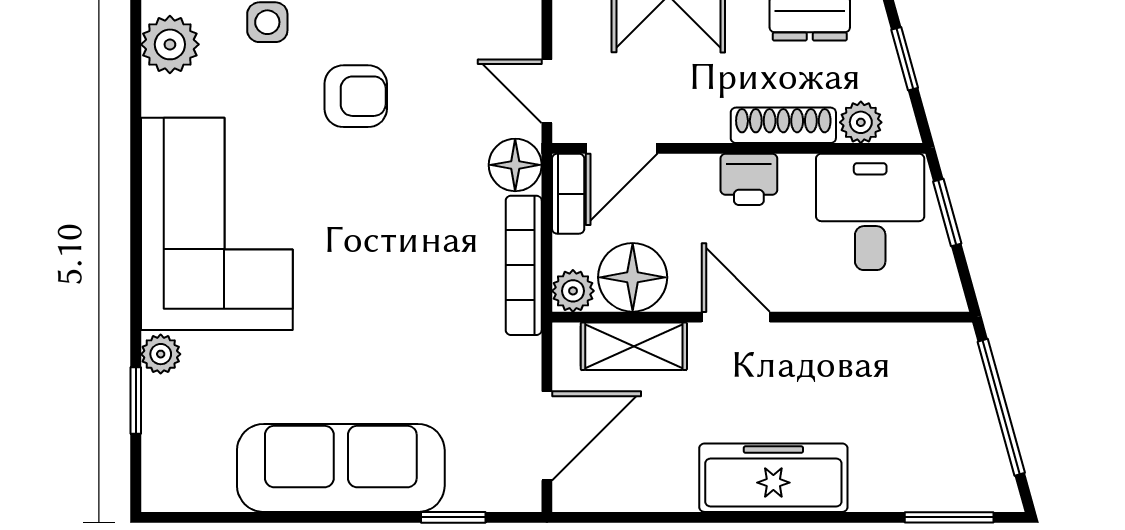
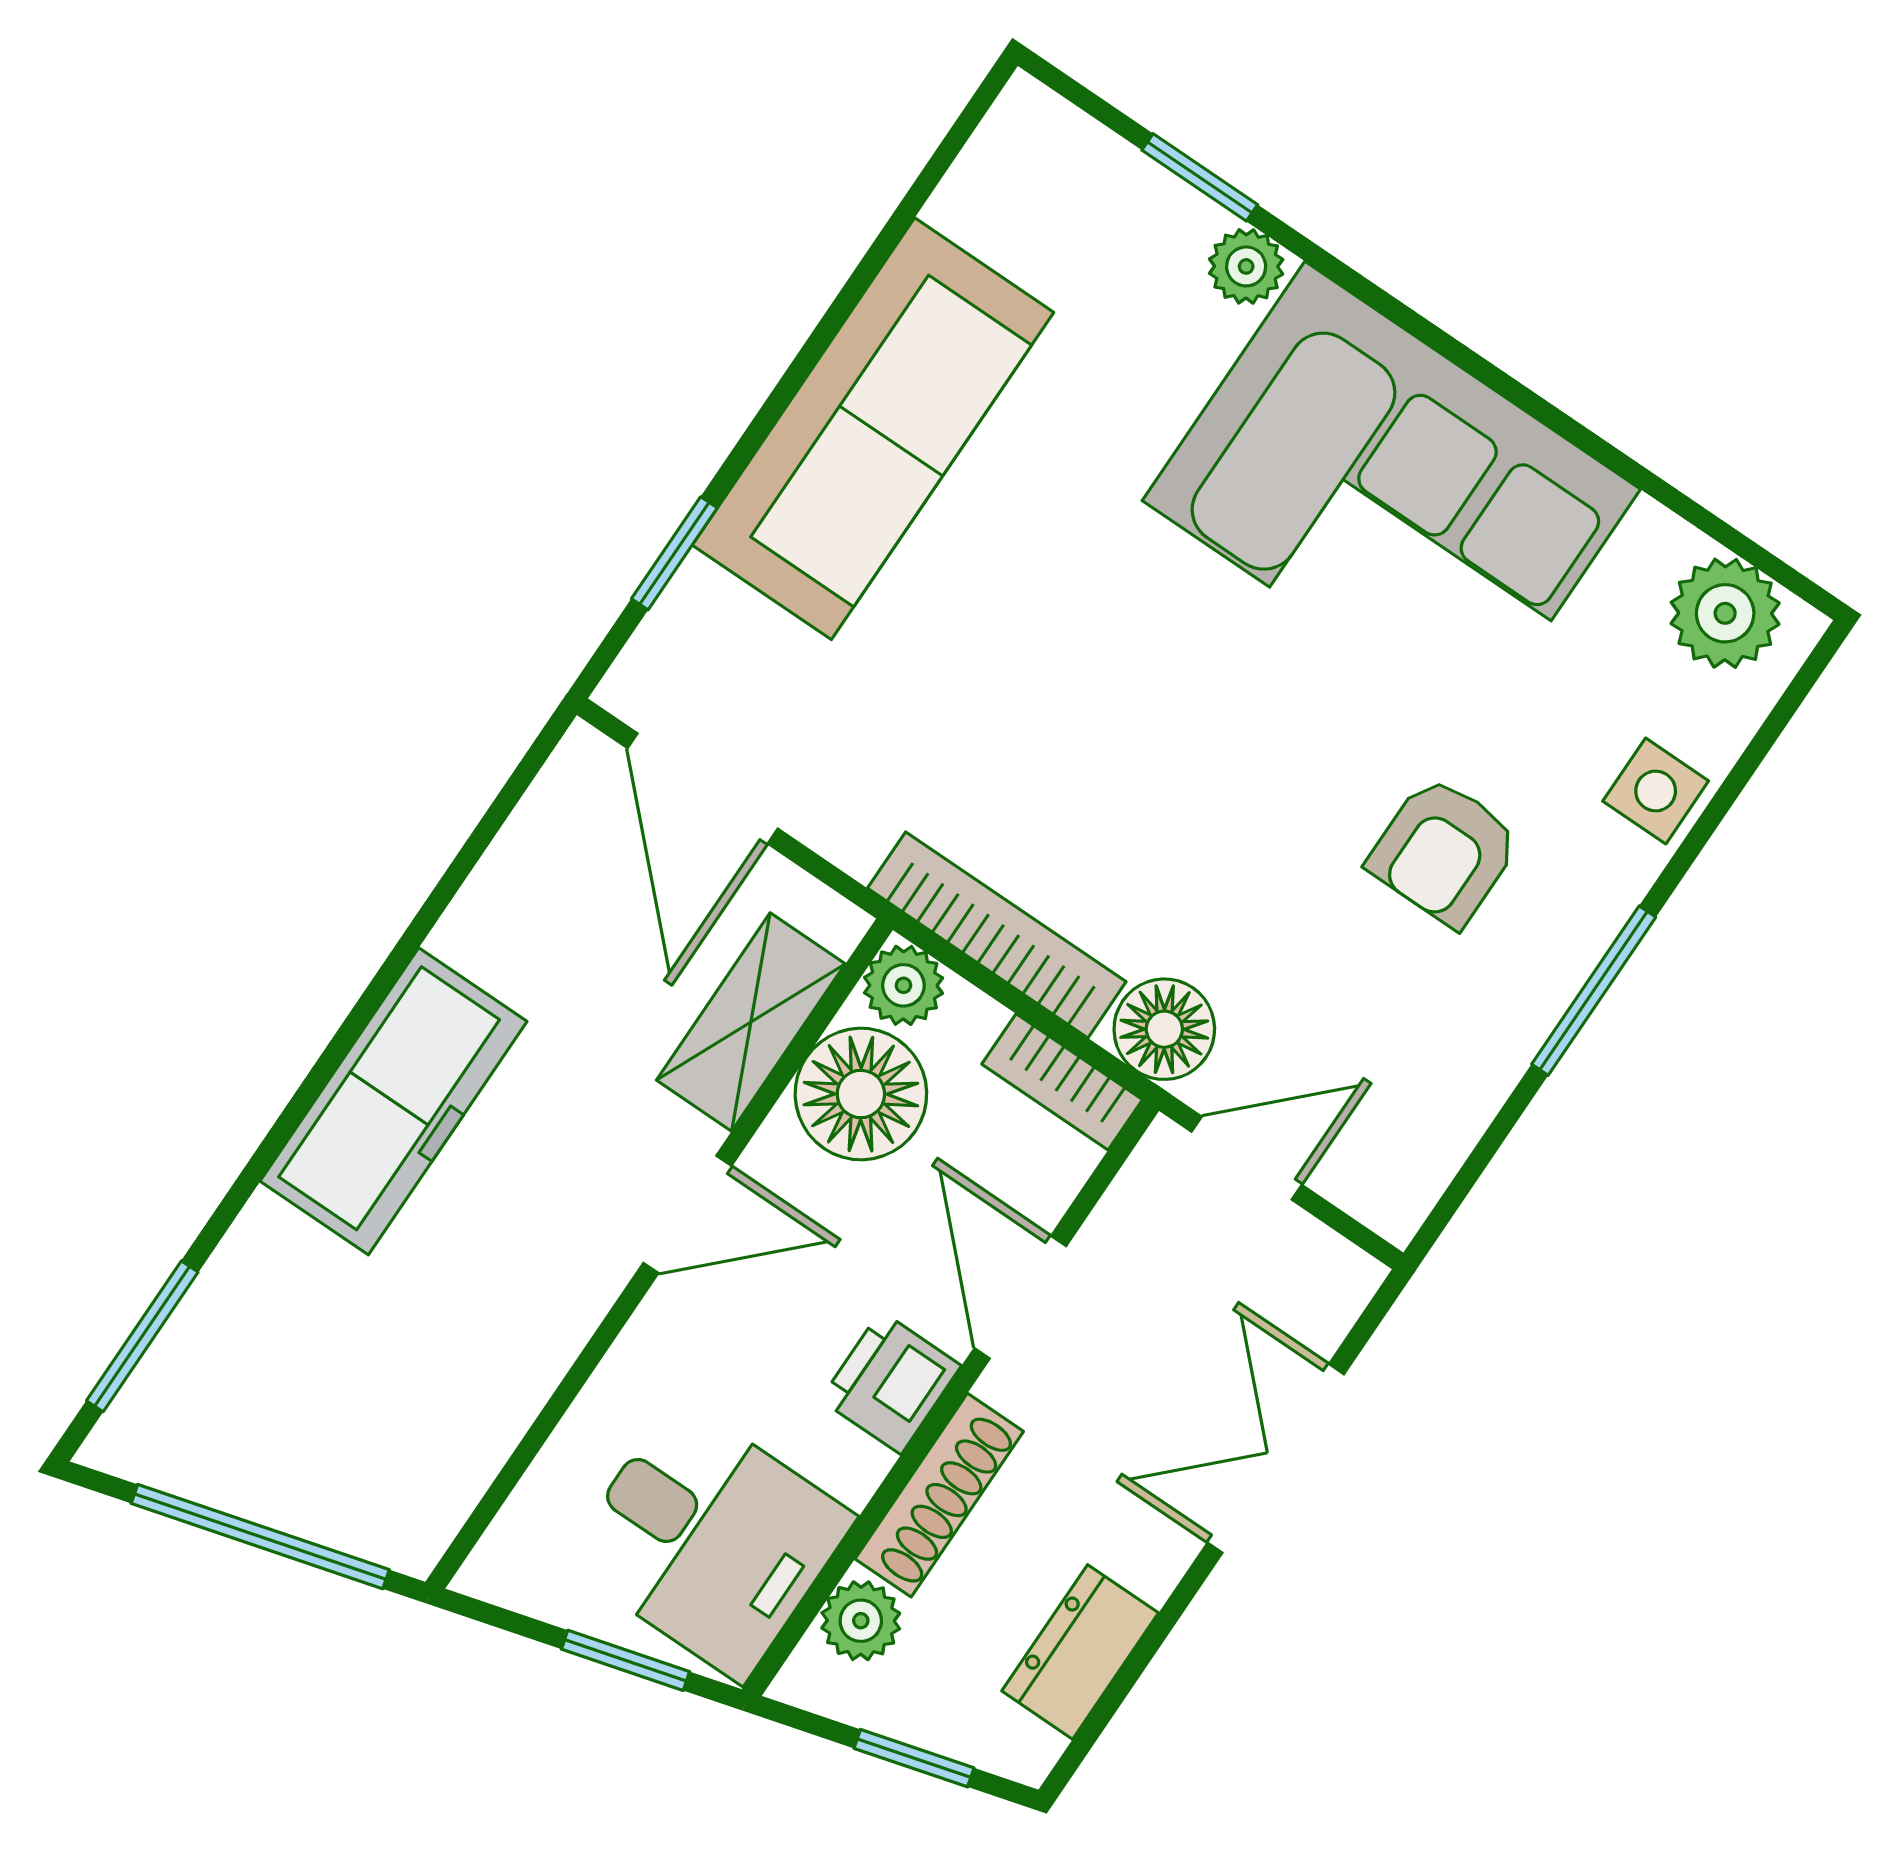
door: (622, 148) -> (1020, 1297), moved

